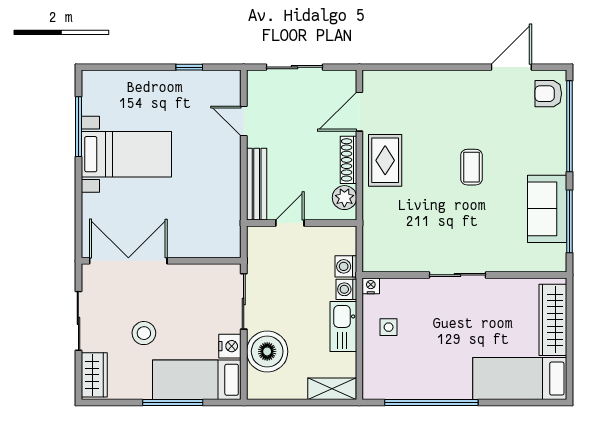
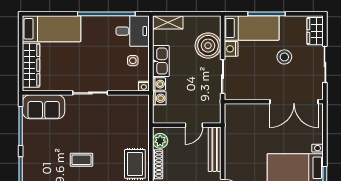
coffee table: (471, 167) -> (81, 160), turned 90
sofa: (547, 209) -> (44, 107), moved, turned 90
desk: (389, 375) -> (133, 31), added

